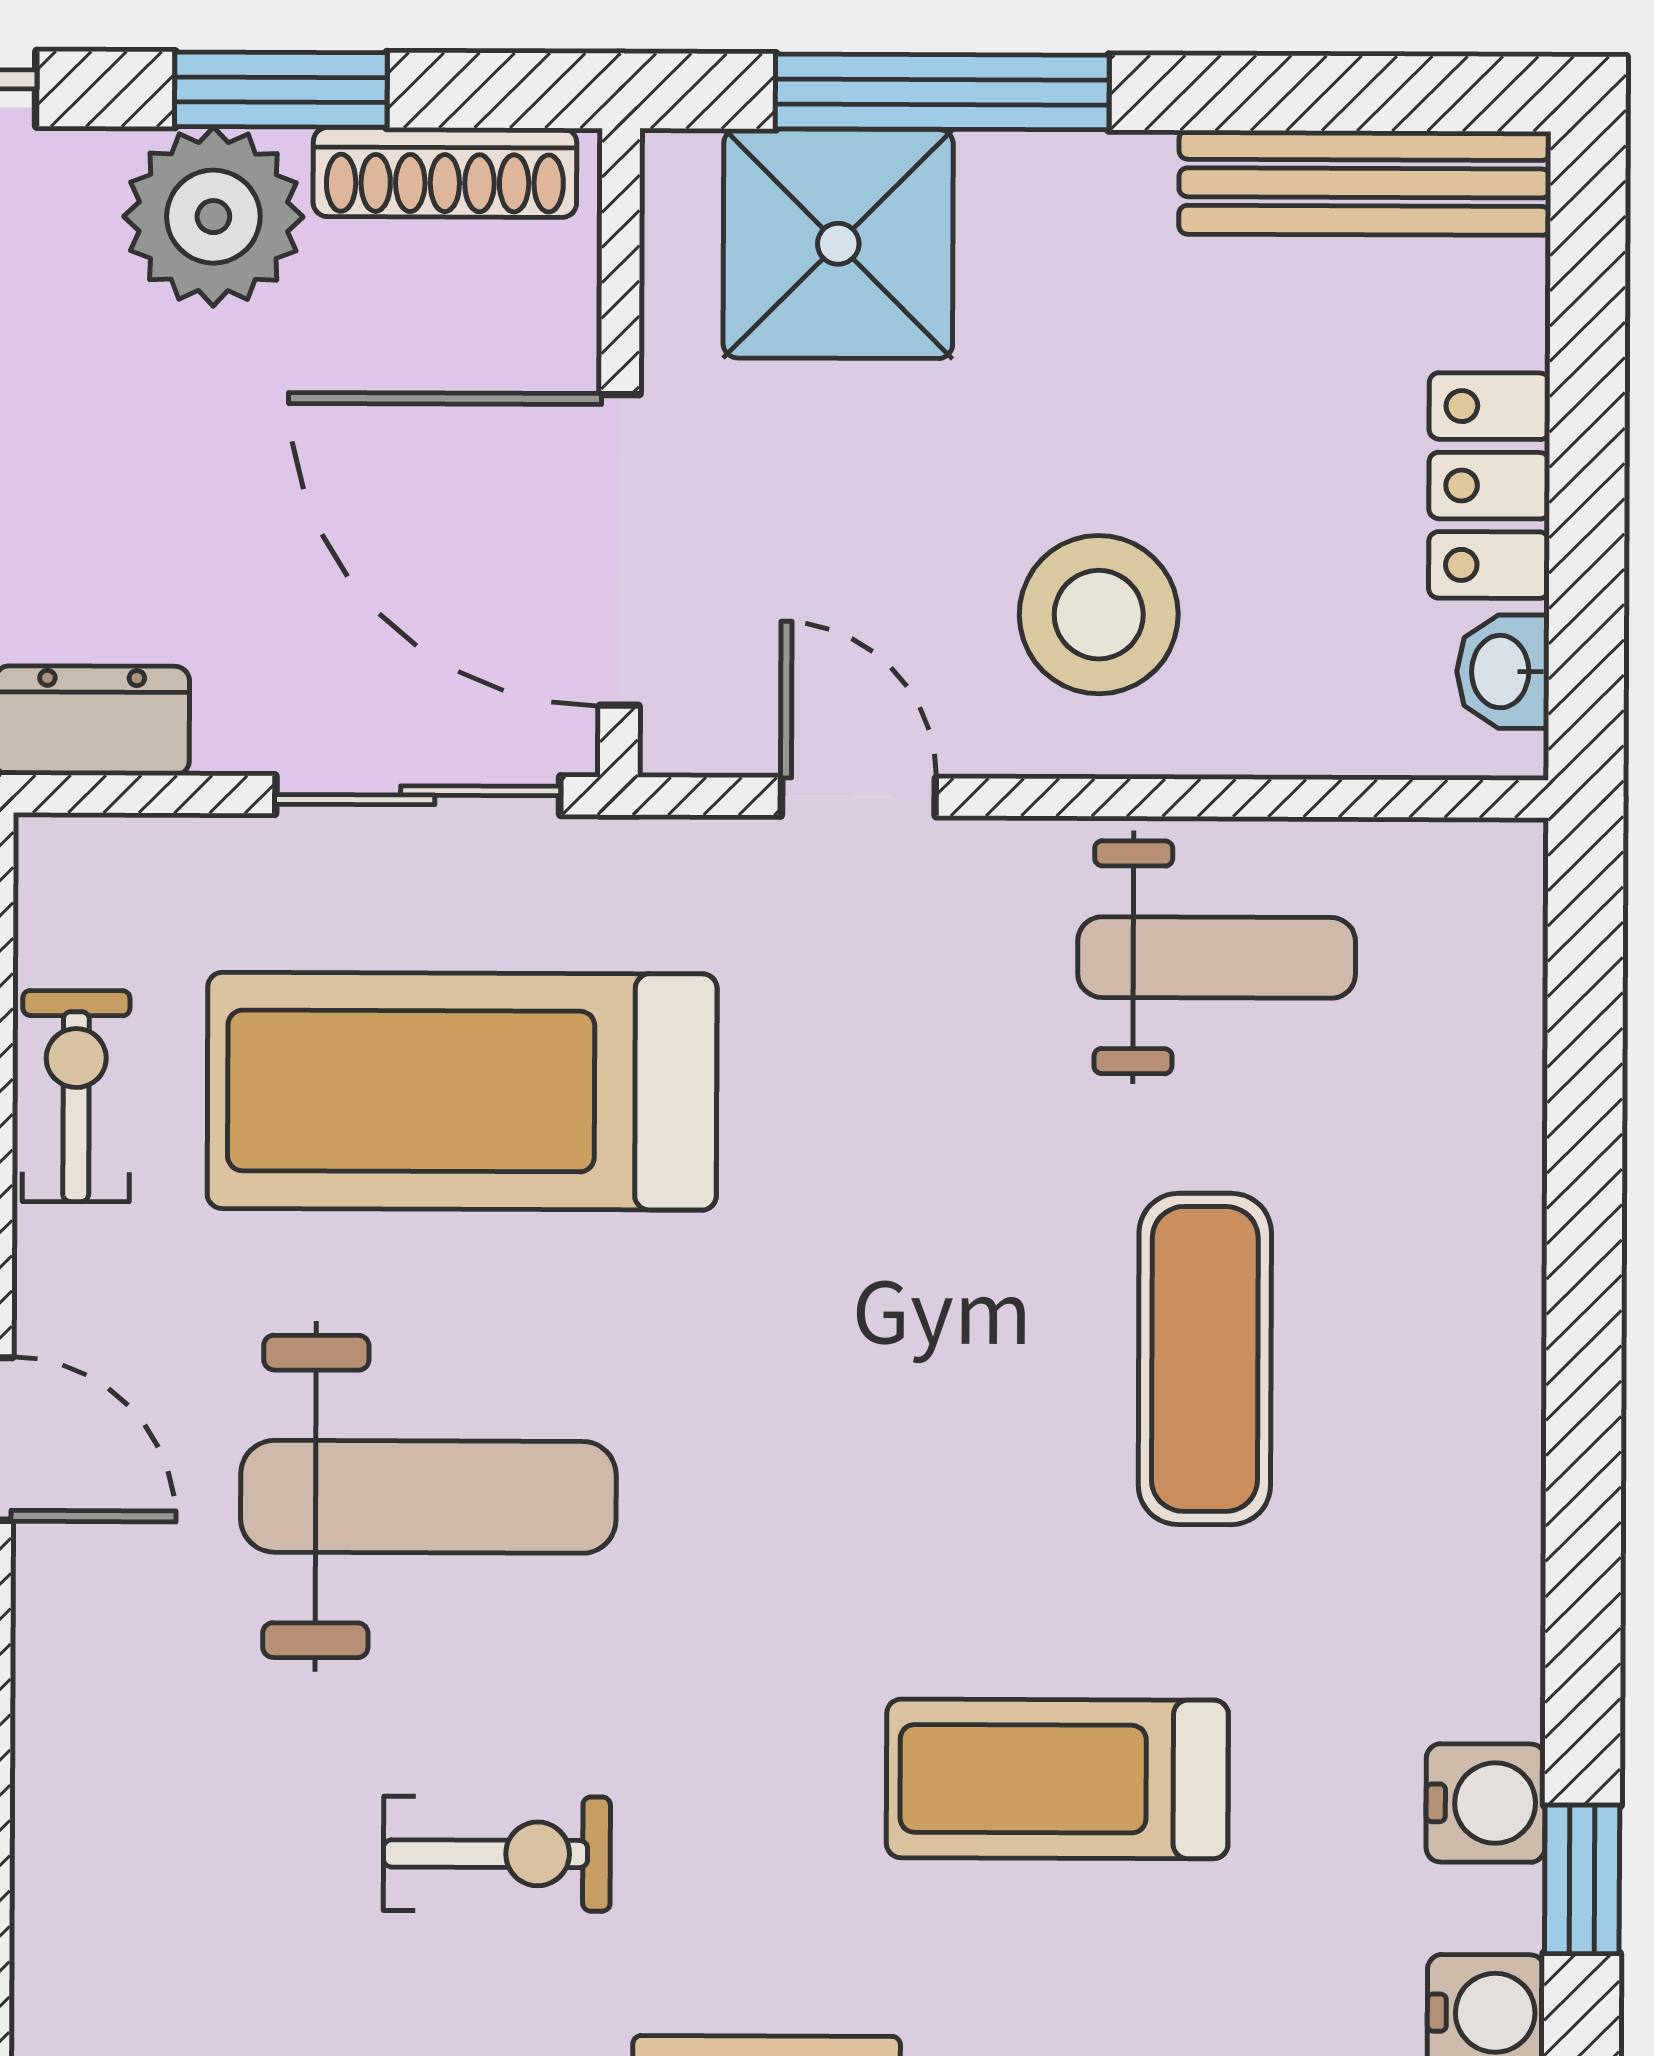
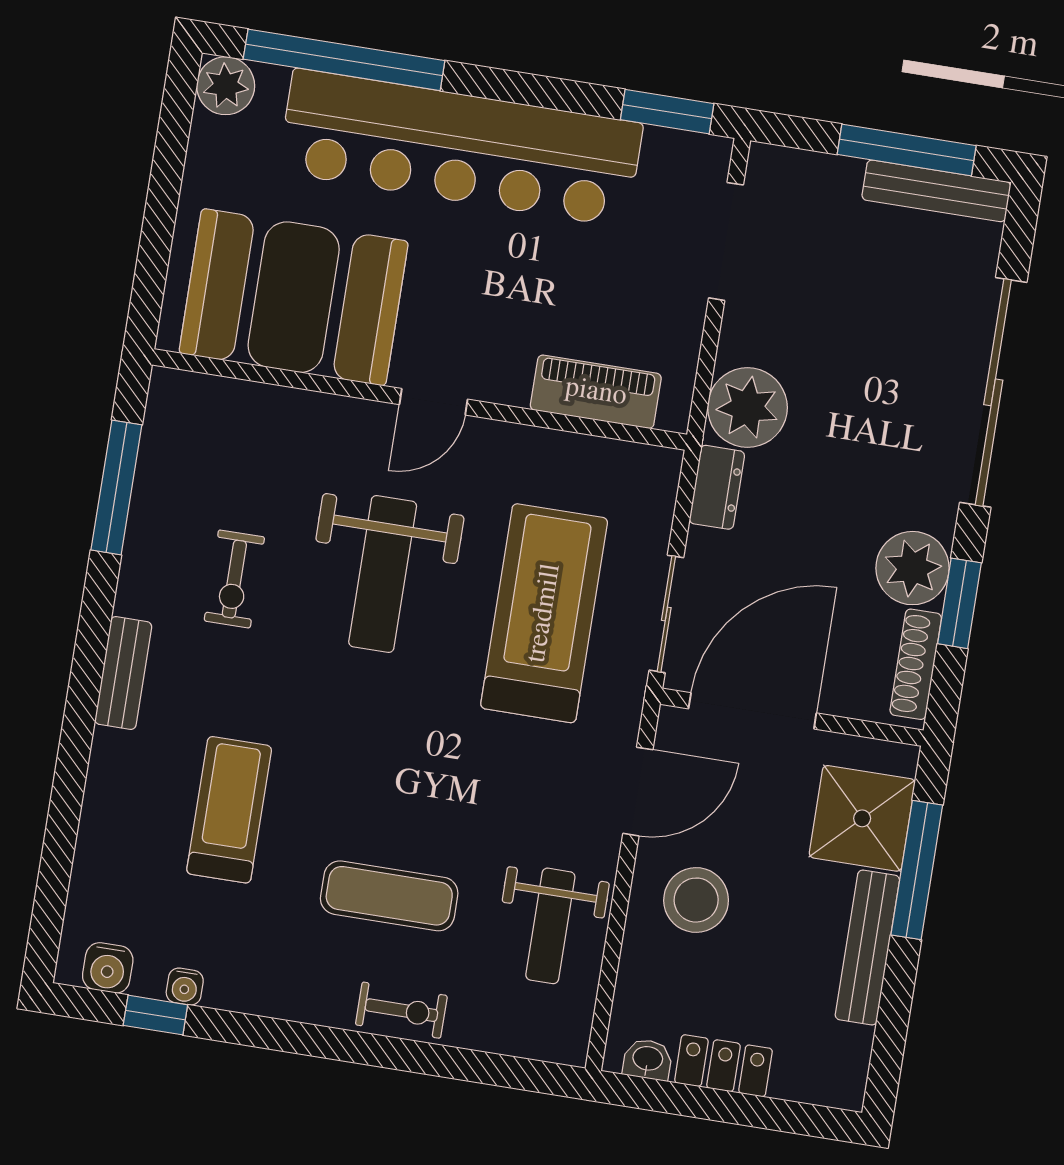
bench: (1365, 183) -> (867, 948), moved
door: (858, 797) -> (638, 792), width x1.37
exercise bike: (76, 1096) -> (401, 1010), moved
water cooler: (1486, 1803) -> (185, 987), width x0.72, depth x0.72

